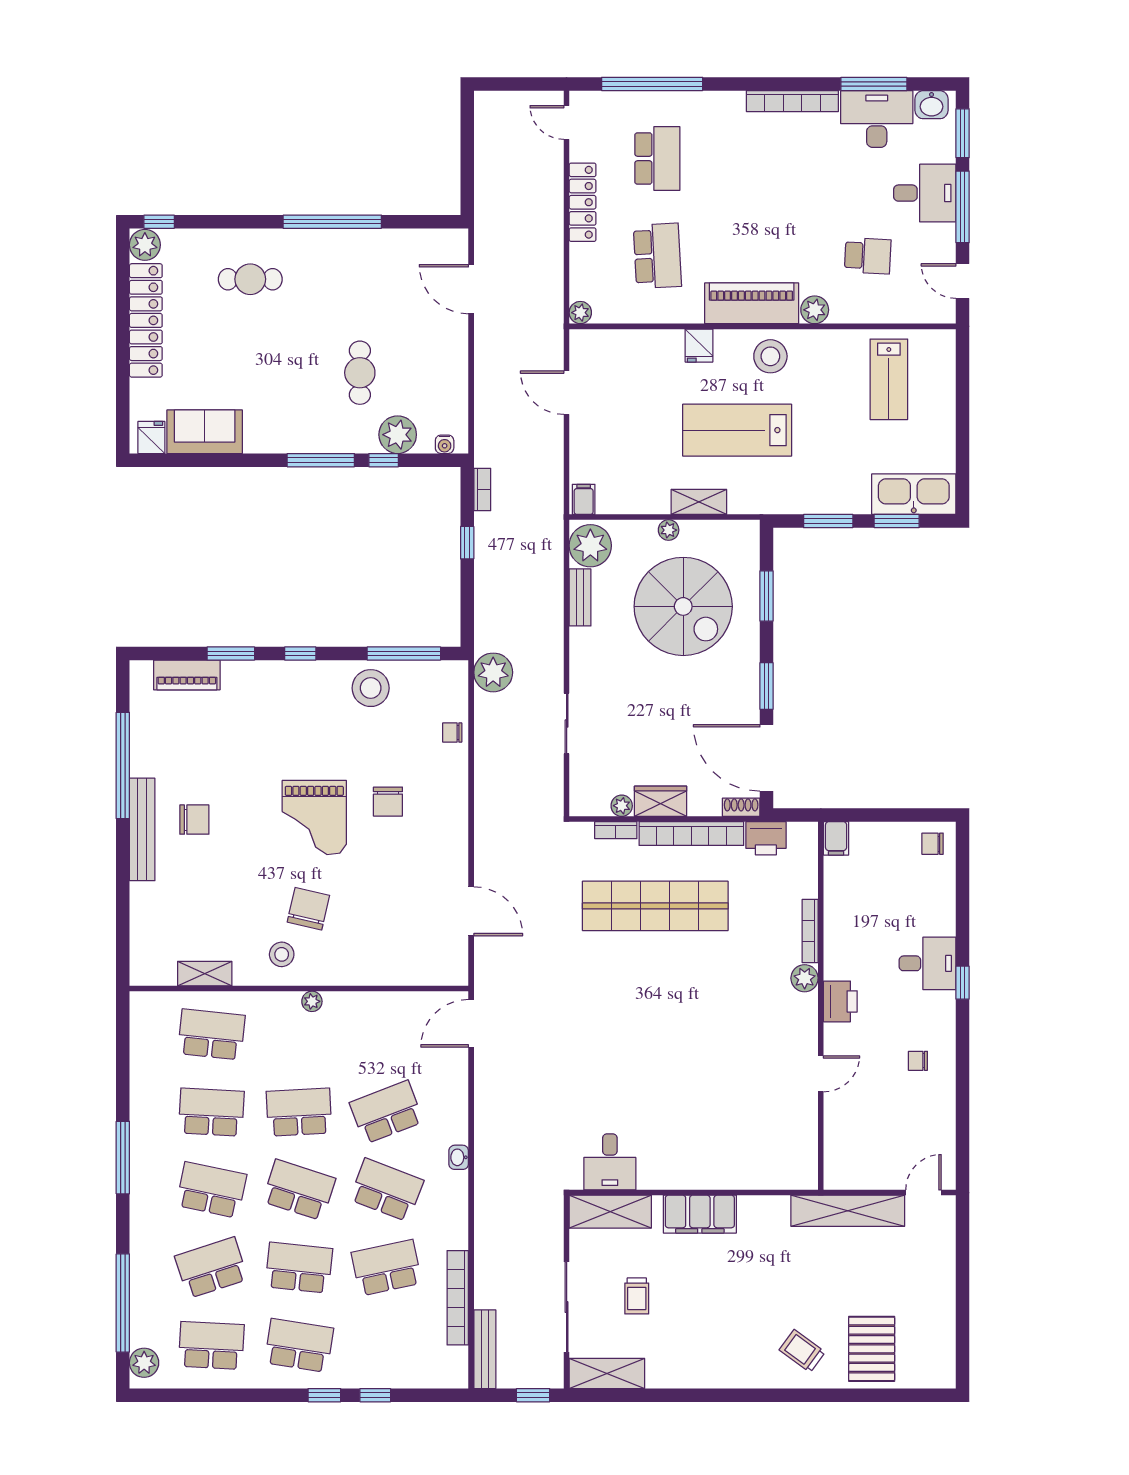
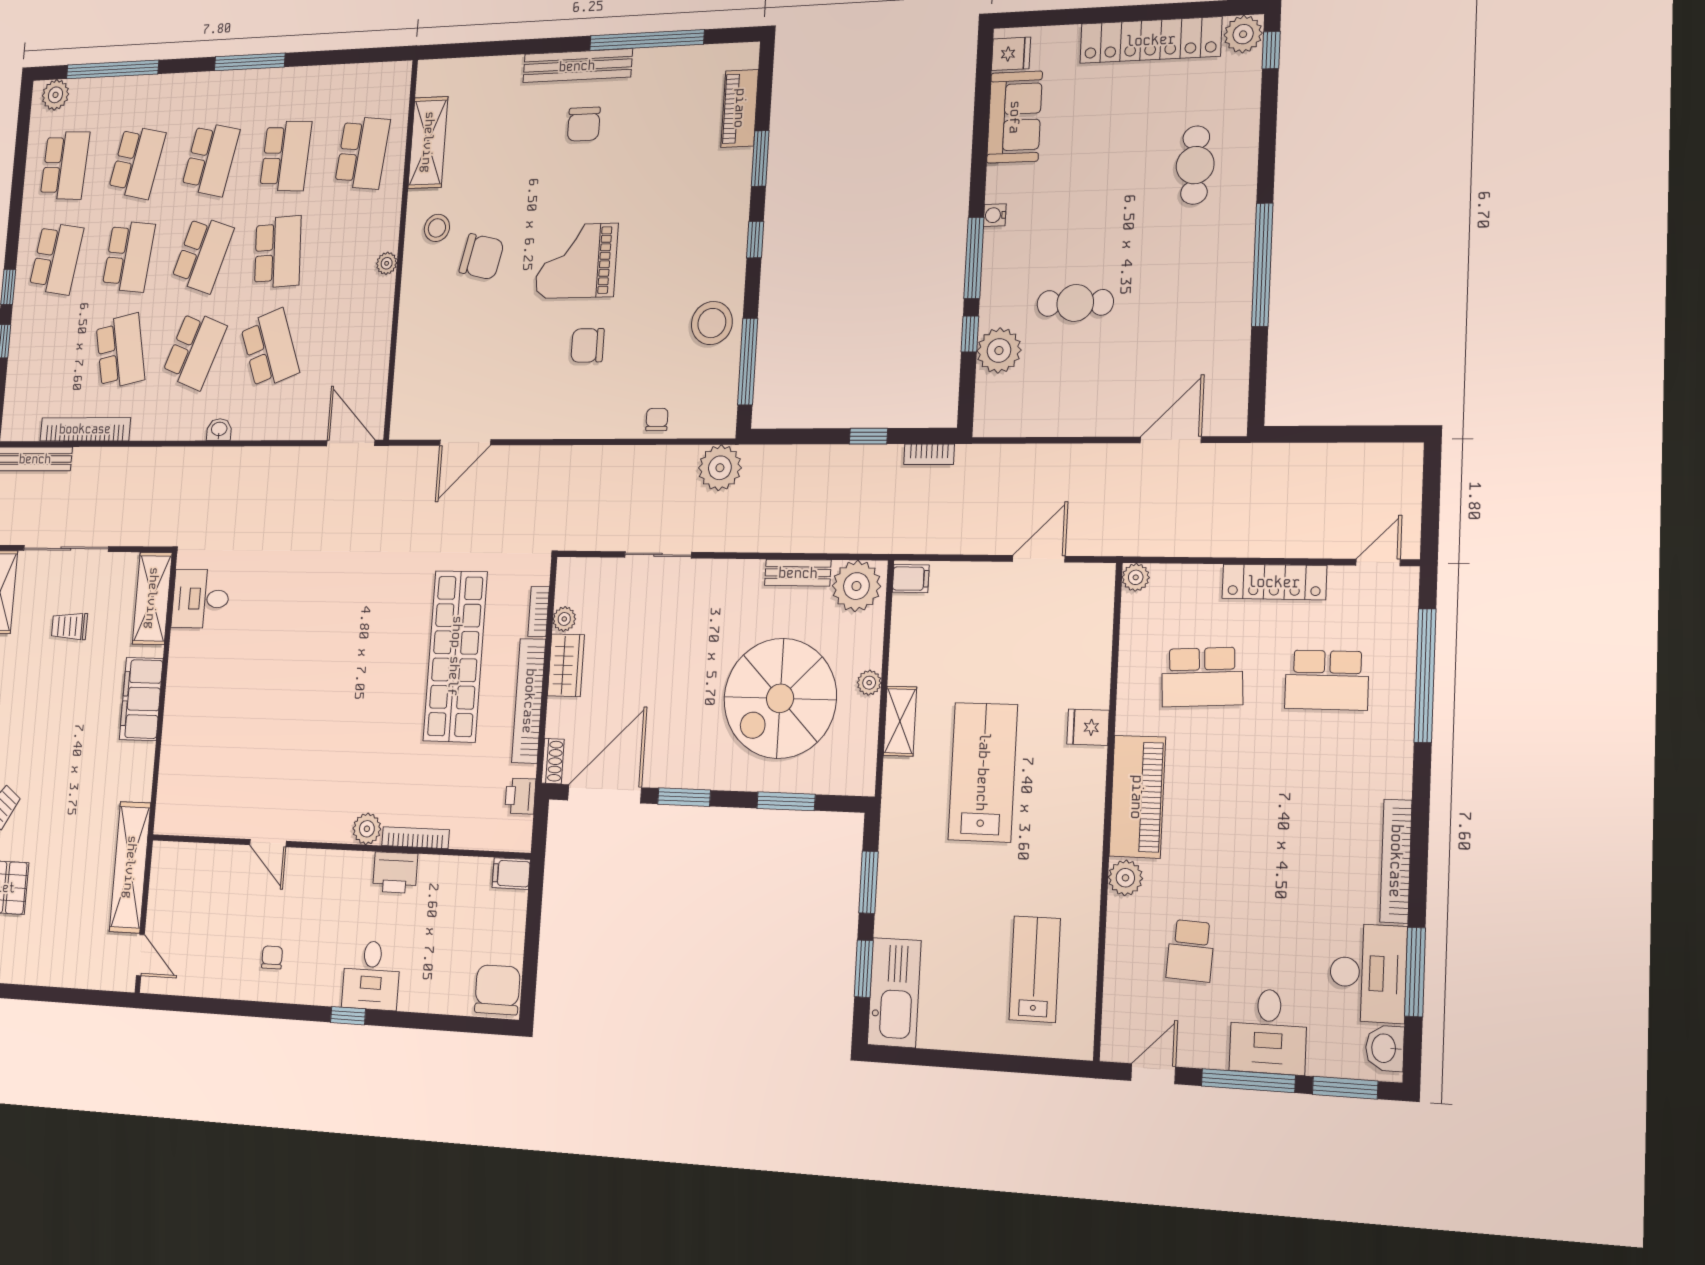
stool: (770, 356) -> (1070, 818), removed
lab bench: (889, 379) -> (1035, 969), turned 90
water cooler: (445, 444) -> (995, 215), moved
printer: (766, 838) -> (520, 796), width x0.73, depth x0.81
chair: (933, 844) -> (497, 990), width x1.87, depth x1.87
shelving: (205, 974) -> (428, 142), width x1.50, depth x1.33
printer: (840, 1001) -> (395, 873), moved
school desk: (211, 1268) -> (137, 162), turned 30

